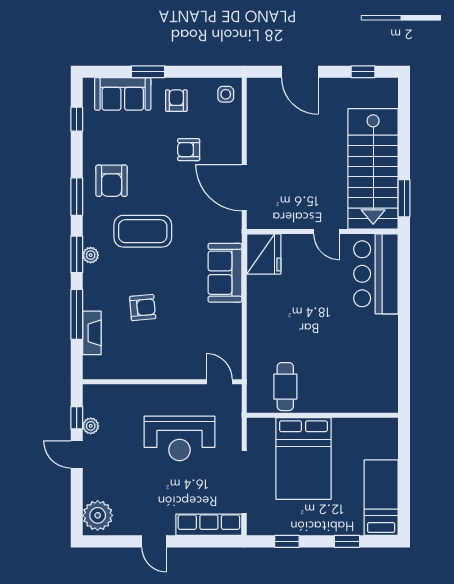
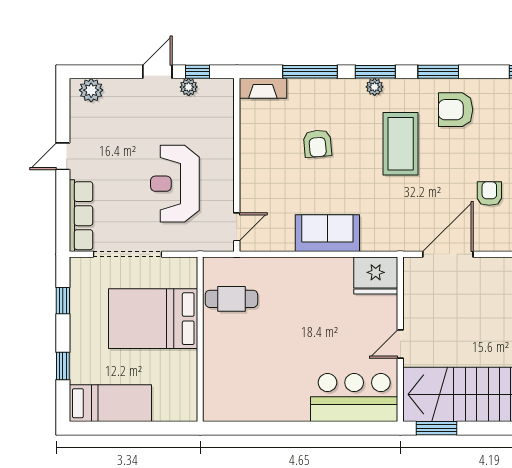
sofa: (225, 273) -> (327, 233), moved
fireplace: (92, 333) -> (263, 88), moved
plant: (98, 515) -> (91, 90), width x0.73, depth x0.73

